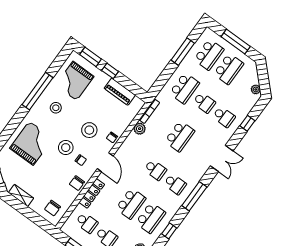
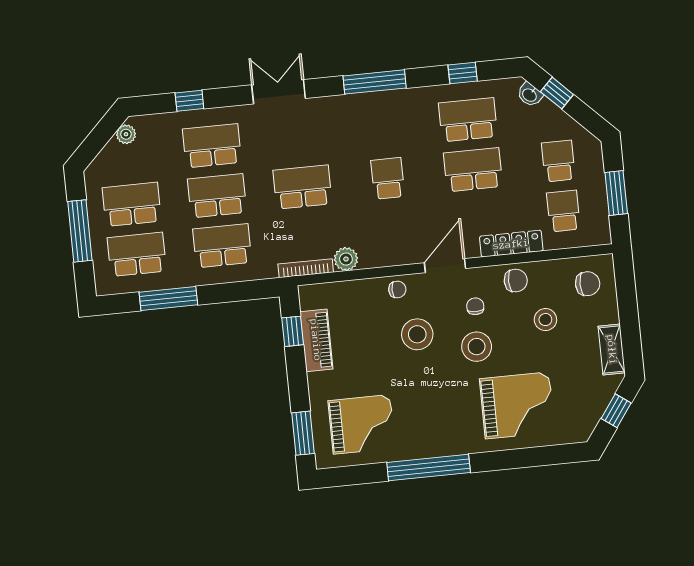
window: (110, 71) -> (293, 331), moved
school desk: (204, 103) -> (217, 196), width x1.85
stool: (56, 108) -> (545, 320), moved
school desk: (224, 117) -> (212, 146), width x1.85
grand piano: (31, 143) -> (517, 405), turned 180
school desk: (175, 184) -> (383, 128), removed

